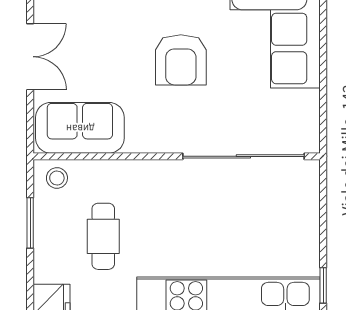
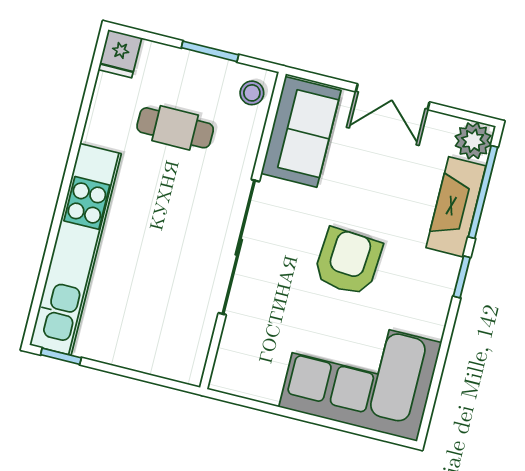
armchair: (181, 60) -> (348, 262), turned 94
sliding door: (243, 156) -> (239, 247), moved

